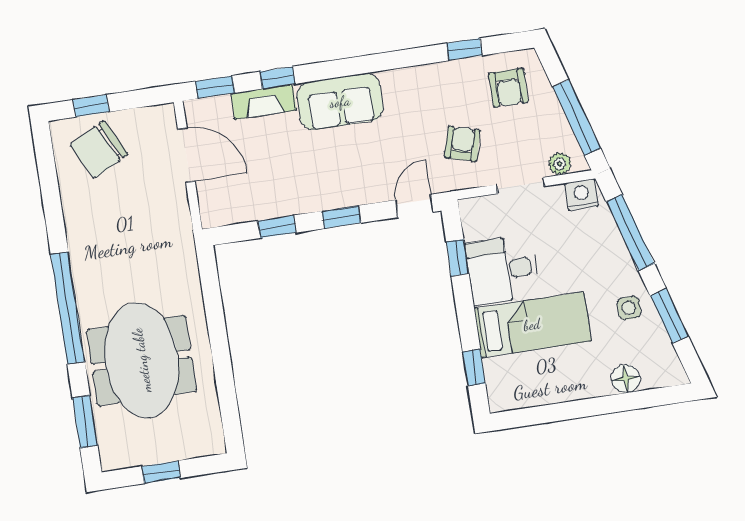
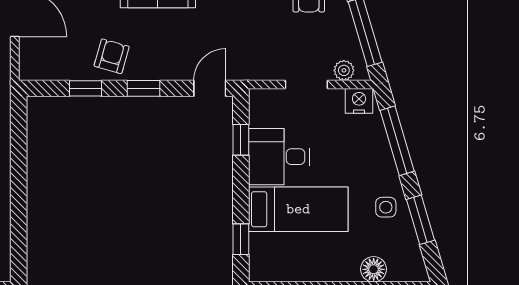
armchair: (462, 144) -> (112, 56), moved

